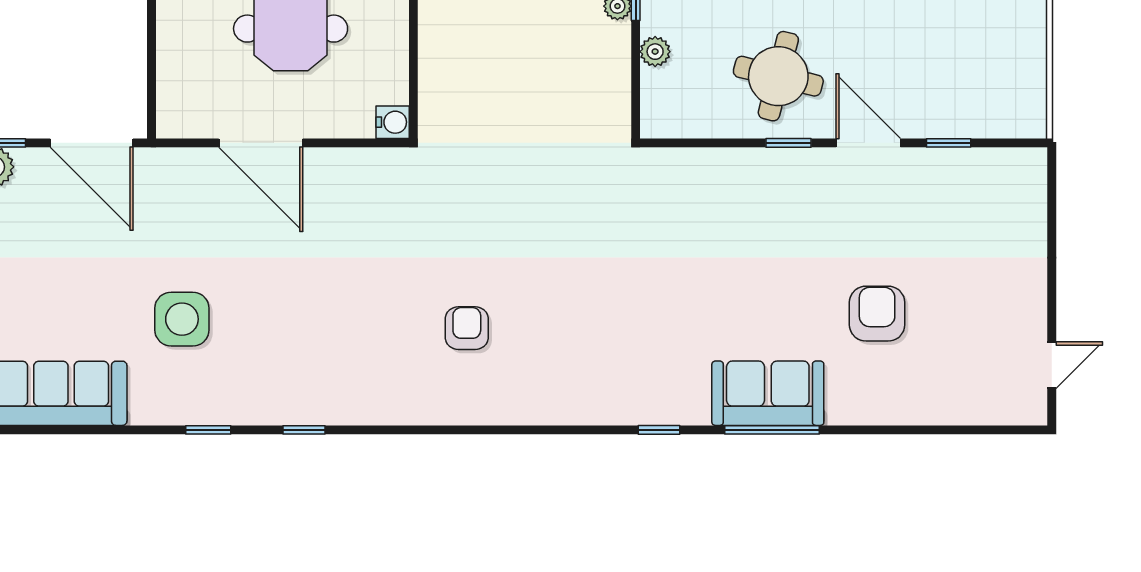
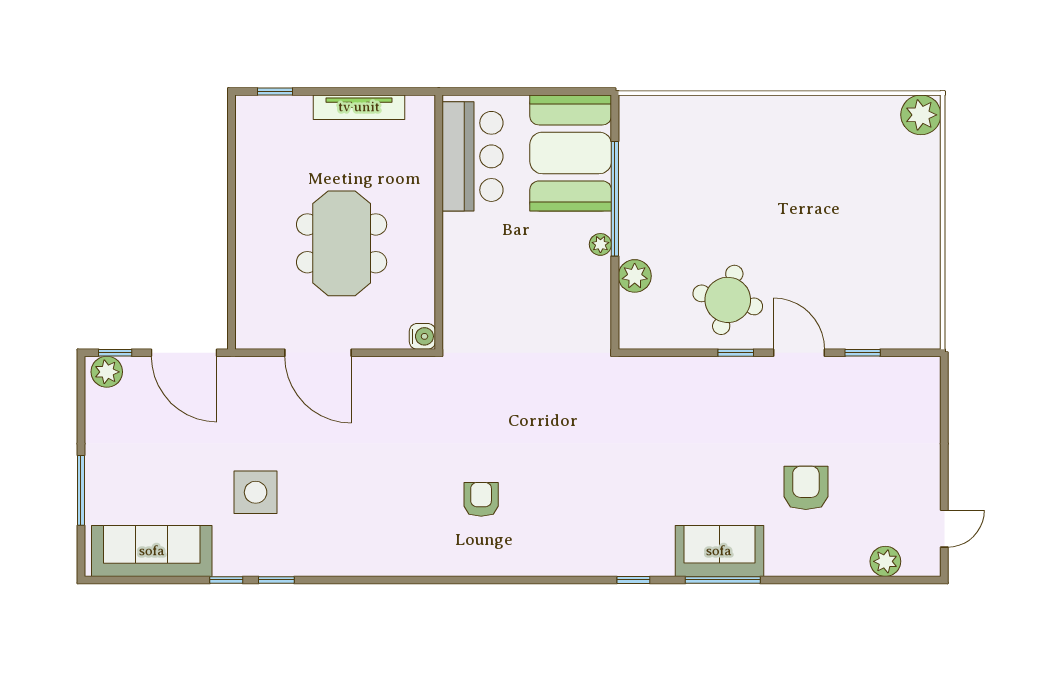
plant: (655, 52) -> (635, 276), width x1.38, depth x1.38
plant: (977, 406) -> (885, 561), added
window: (304, 430) -> (226, 580), moved

